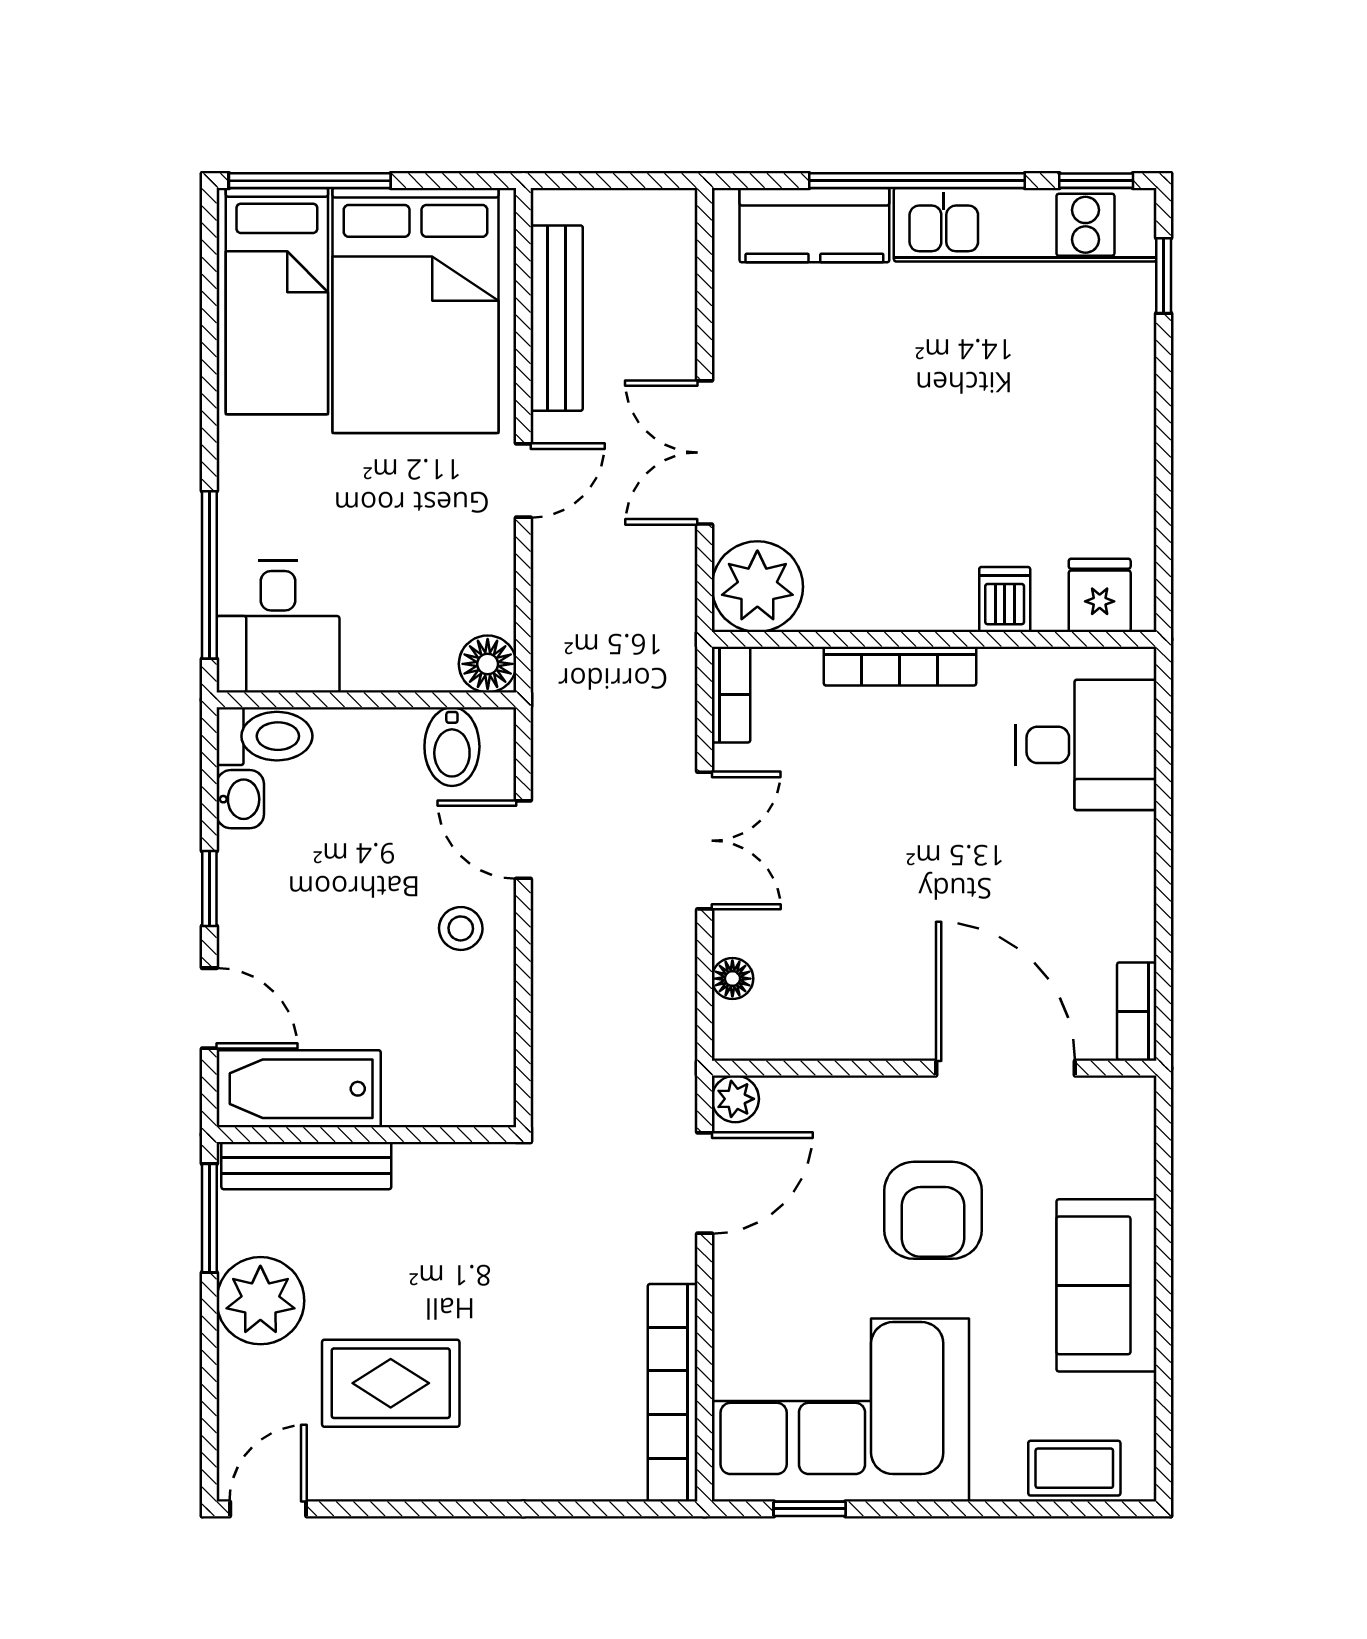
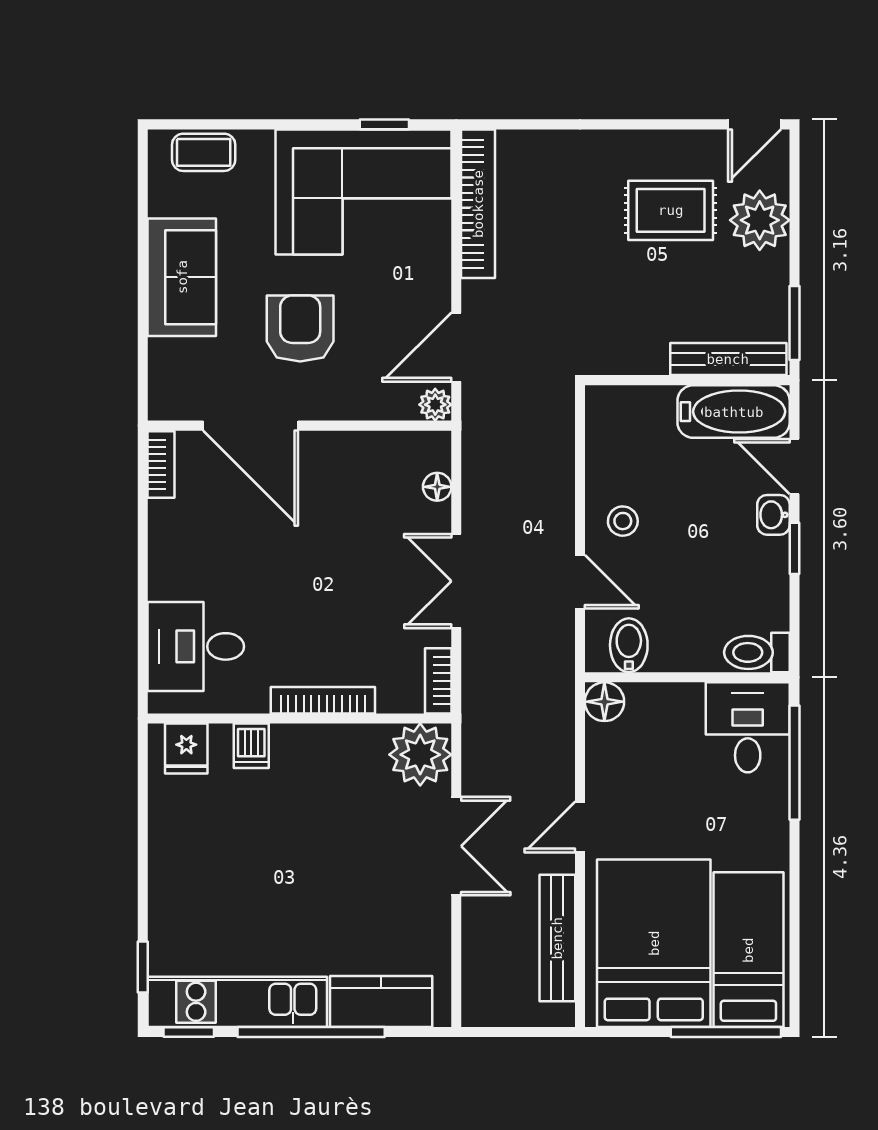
washbasin: (240, 799) -> (773, 515), moved
plant: (260, 1301) -> (760, 220), moved

